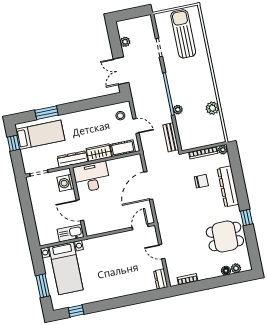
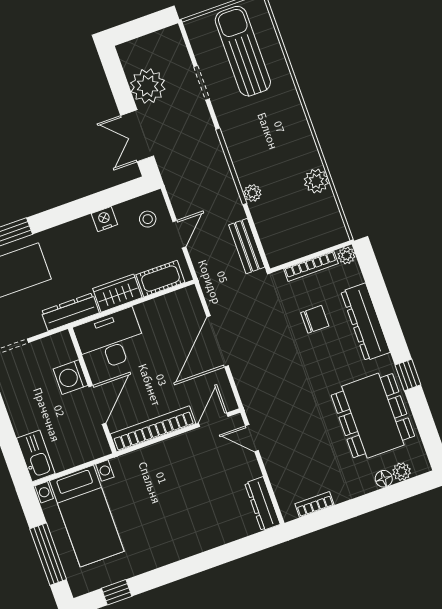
plant: (125, 42) -> (148, 86), width x1.88, depth x1.88
nightstand: (97, 112) -> (104, 219), added
door: (136, 126) -> (179, 234), hinge flipped
washing machine: (66, 183) -> (71, 377), moved
door: (80, 210) -> (97, 405), swing flipped
bookcase: (108, 227) -> (153, 429), added
kitchen sink: (71, 233) -> (36, 456), moved, turned 90
dining table: (225, 236) -> (373, 416), width x1.38
door: (162, 252) -> (252, 438), moved
dresser: (161, 279) -> (262, 504), width x1.44
window: (43, 286) -> (48, 554), width x1.44

